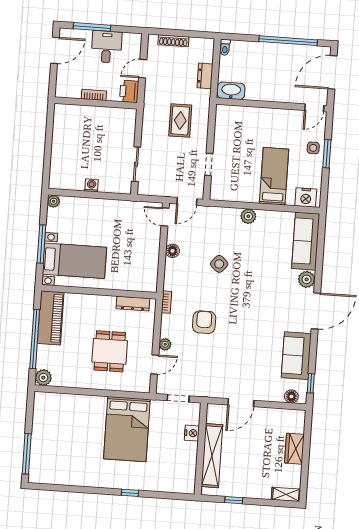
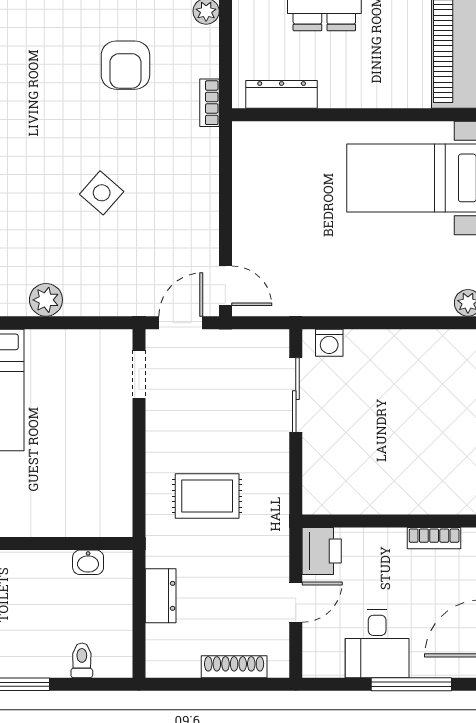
toilet: (225, 47) -> (82, 660), moved
washbasin: (231, 91) -> (88, 562), width x0.52, depth x0.69
bookcase: (94, 95) -> (434, 538), moved
rug: (180, 120) -> (207, 496), turned 90
doorway: (209, 164) -> (139, 374), moved
washing machine: (92, 185) -> (329, 343), moved
floor lamp: (172, 251) -> (204, 214), removed

